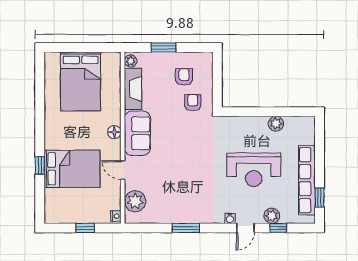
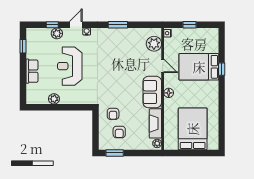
window: (164, 47) -> (115, 153), moved
reception desk: (254, 170) -> (70, 66), turned -90
row of seats: (307, 180) -> (32, 71), width x0.50

